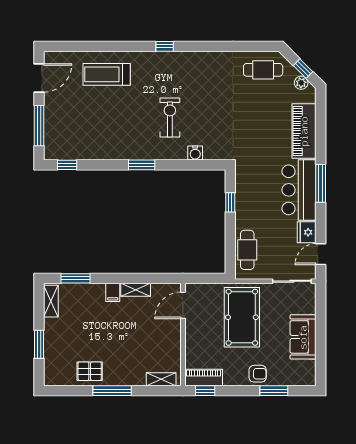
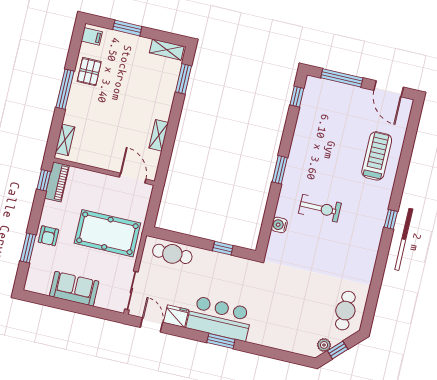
piano: (304, 131) -> (276, 337), removed
window: (321, 183) -> (221, 341), width x0.69
filing cabinet: (113, 292) -> (92, 36), moved, turned 180

